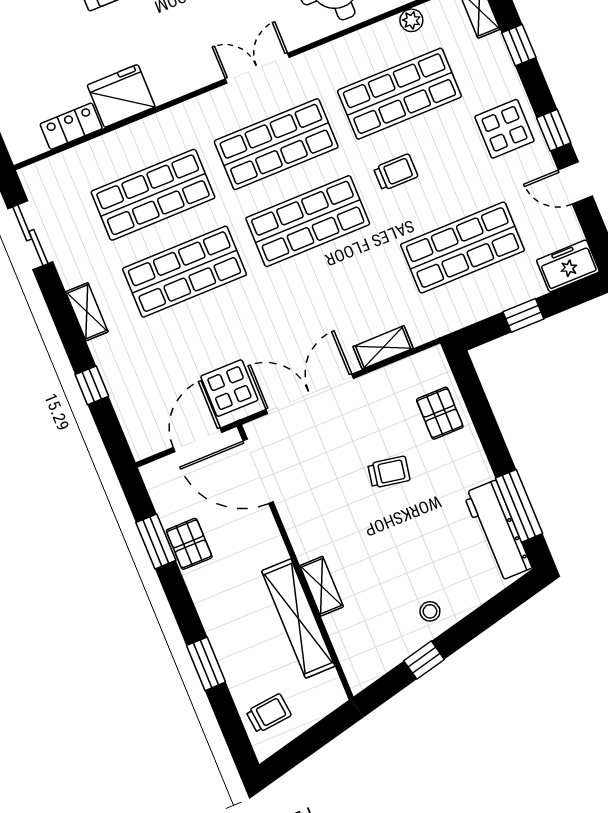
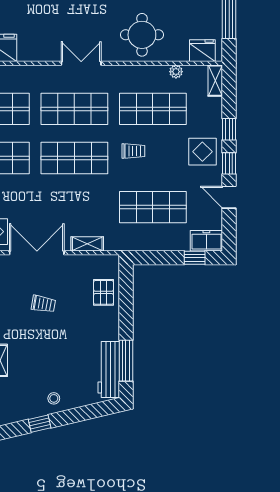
window: (519, 45) -> (229, 129), moved
window: (523, 315) -> (195, 258), moved
trolley: (389, 472) -> (43, 304), moved

